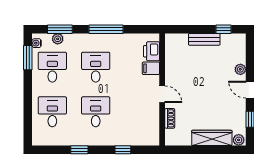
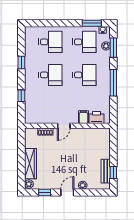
bench: (204, 39) -> (106, 171), moved

